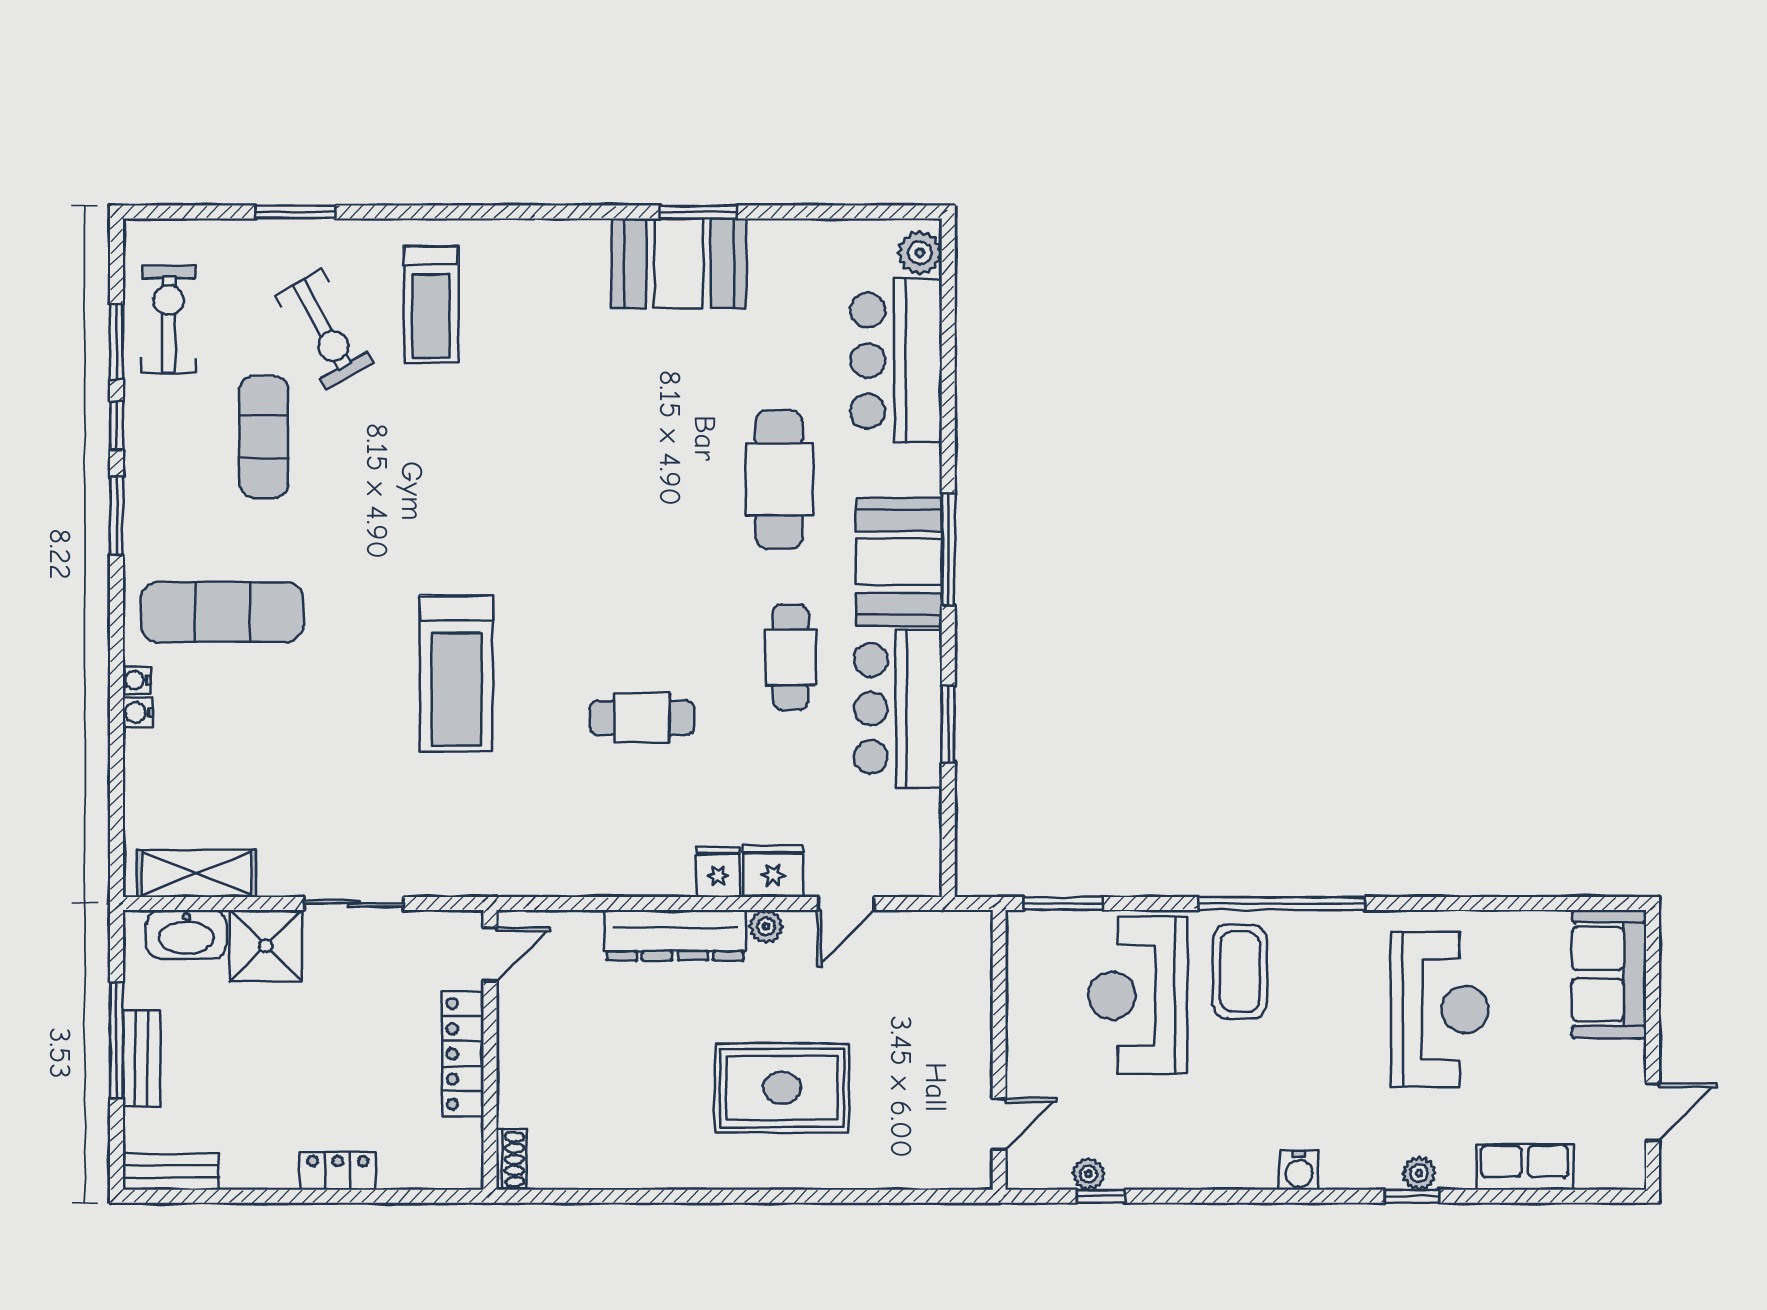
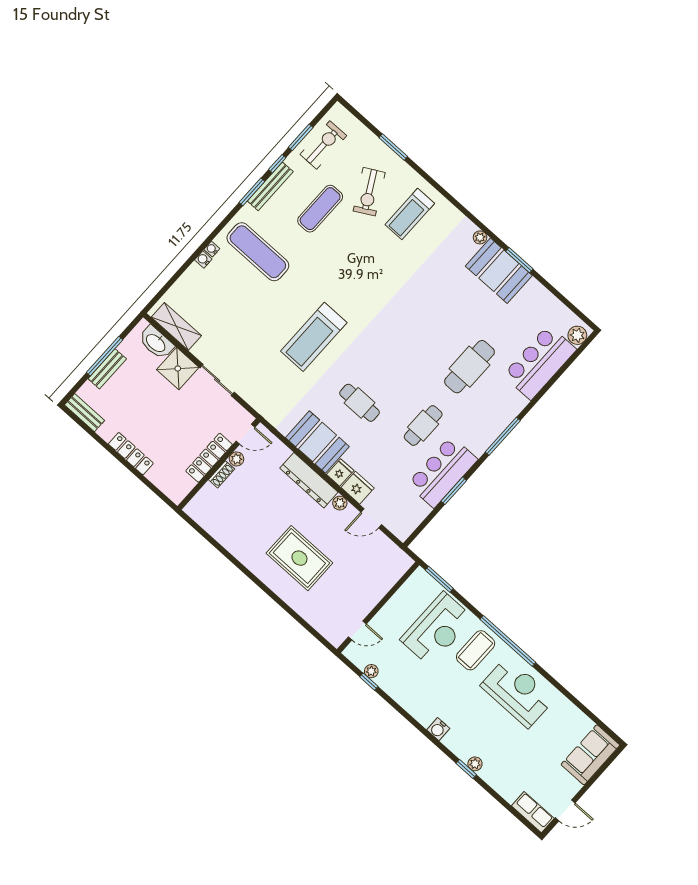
plant: (592, 234) -> (480, 237), added
bench: (141, 477) -> (270, 186), added
booth: (899, 562) -> (317, 442), moved, turned 90
reception desk: (1138, 995) -> (437, 629), turned 180
reception desk: (1440, 1009) -> (518, 692), moved, turned -90
plant: (513, 1012) -> (237, 459), added
shoe rack: (511, 1159) -> (222, 474), moved
row of seats: (1525, 1167) -> (533, 812), moved
locker: (338, 1171) -> (131, 454), width x1.53

